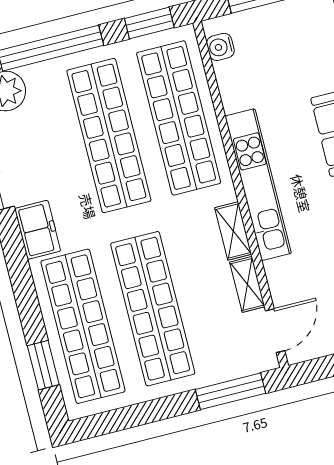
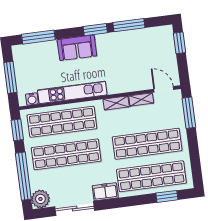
kitchen unit: (258, 185) -> (72, 92), moved

